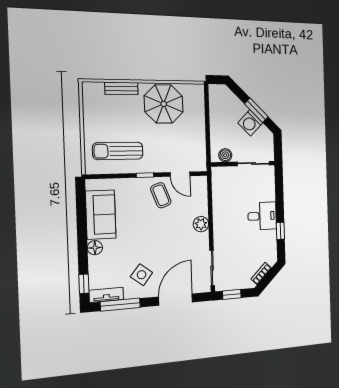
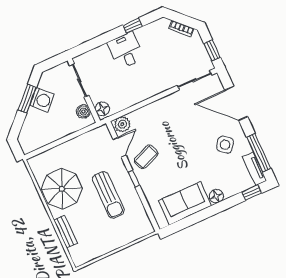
sun lounger: (118, 151) -> (108, 195), moved
floor lamp: (221, 173) -> (102, 109), added
plant: (201, 224) -> (122, 124), moved

